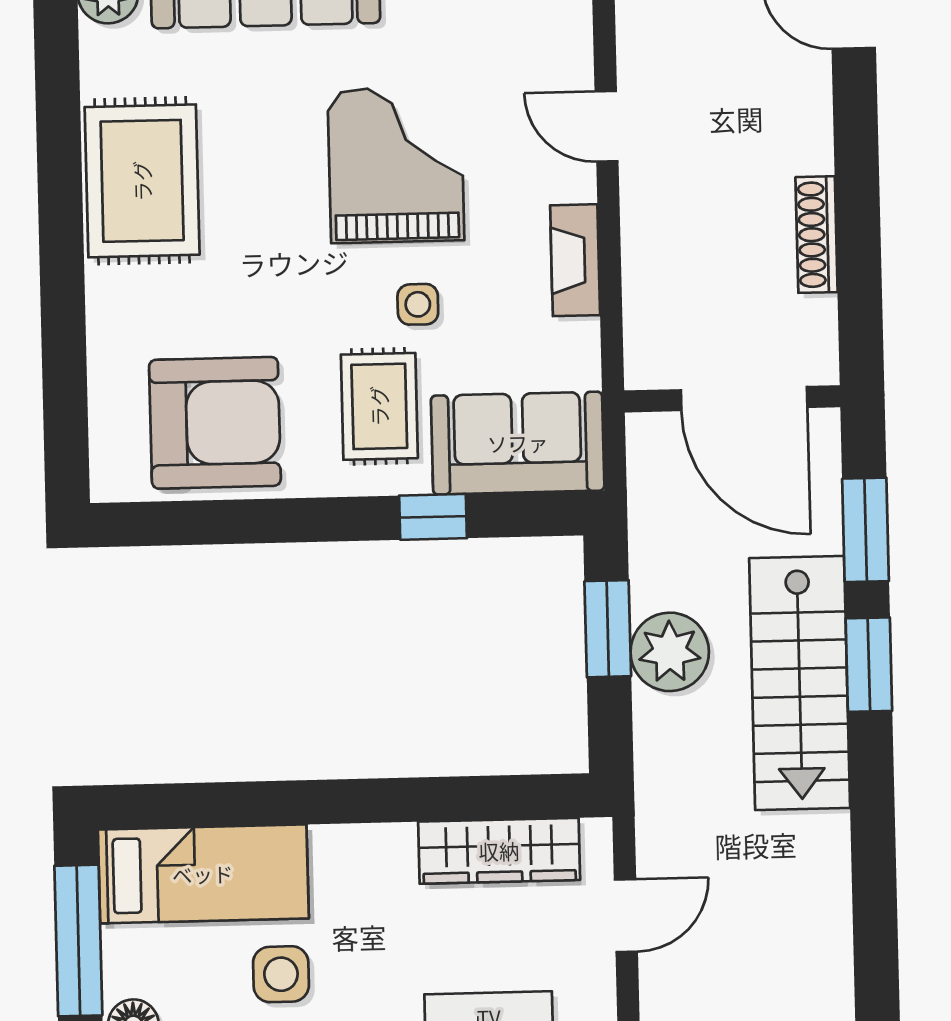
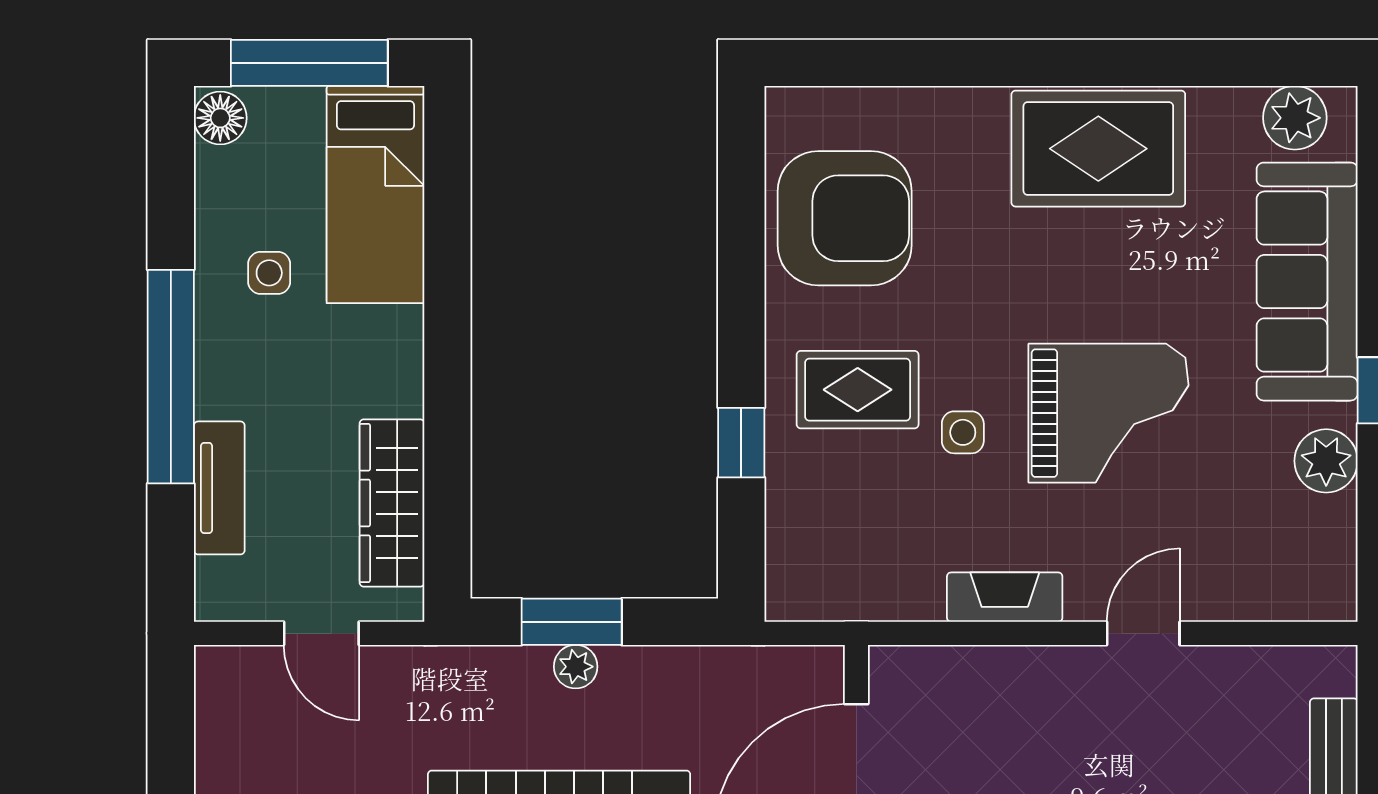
armchair: (215, 423) -> (845, 218), turned -90
sofa: (518, 443) -> (816, 533), removed
window: (608, 629) -> (572, 622), moved
plant: (670, 652) -> (576, 667), width x0.53, depth x0.53
side table: (281, 974) -> (269, 273), width x0.73, depth x0.73

